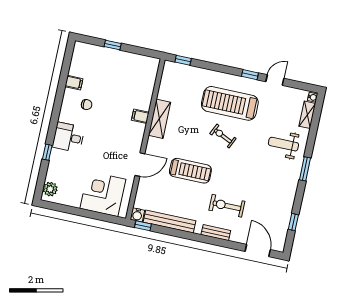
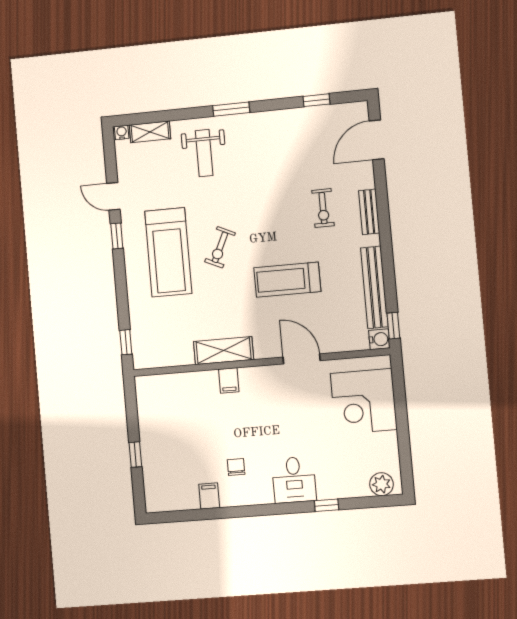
treadmill: (190, 171) -> (287, 280), turned -90
exercise bike: (227, 206) -> (323, 208), width x0.73, depth x0.72

